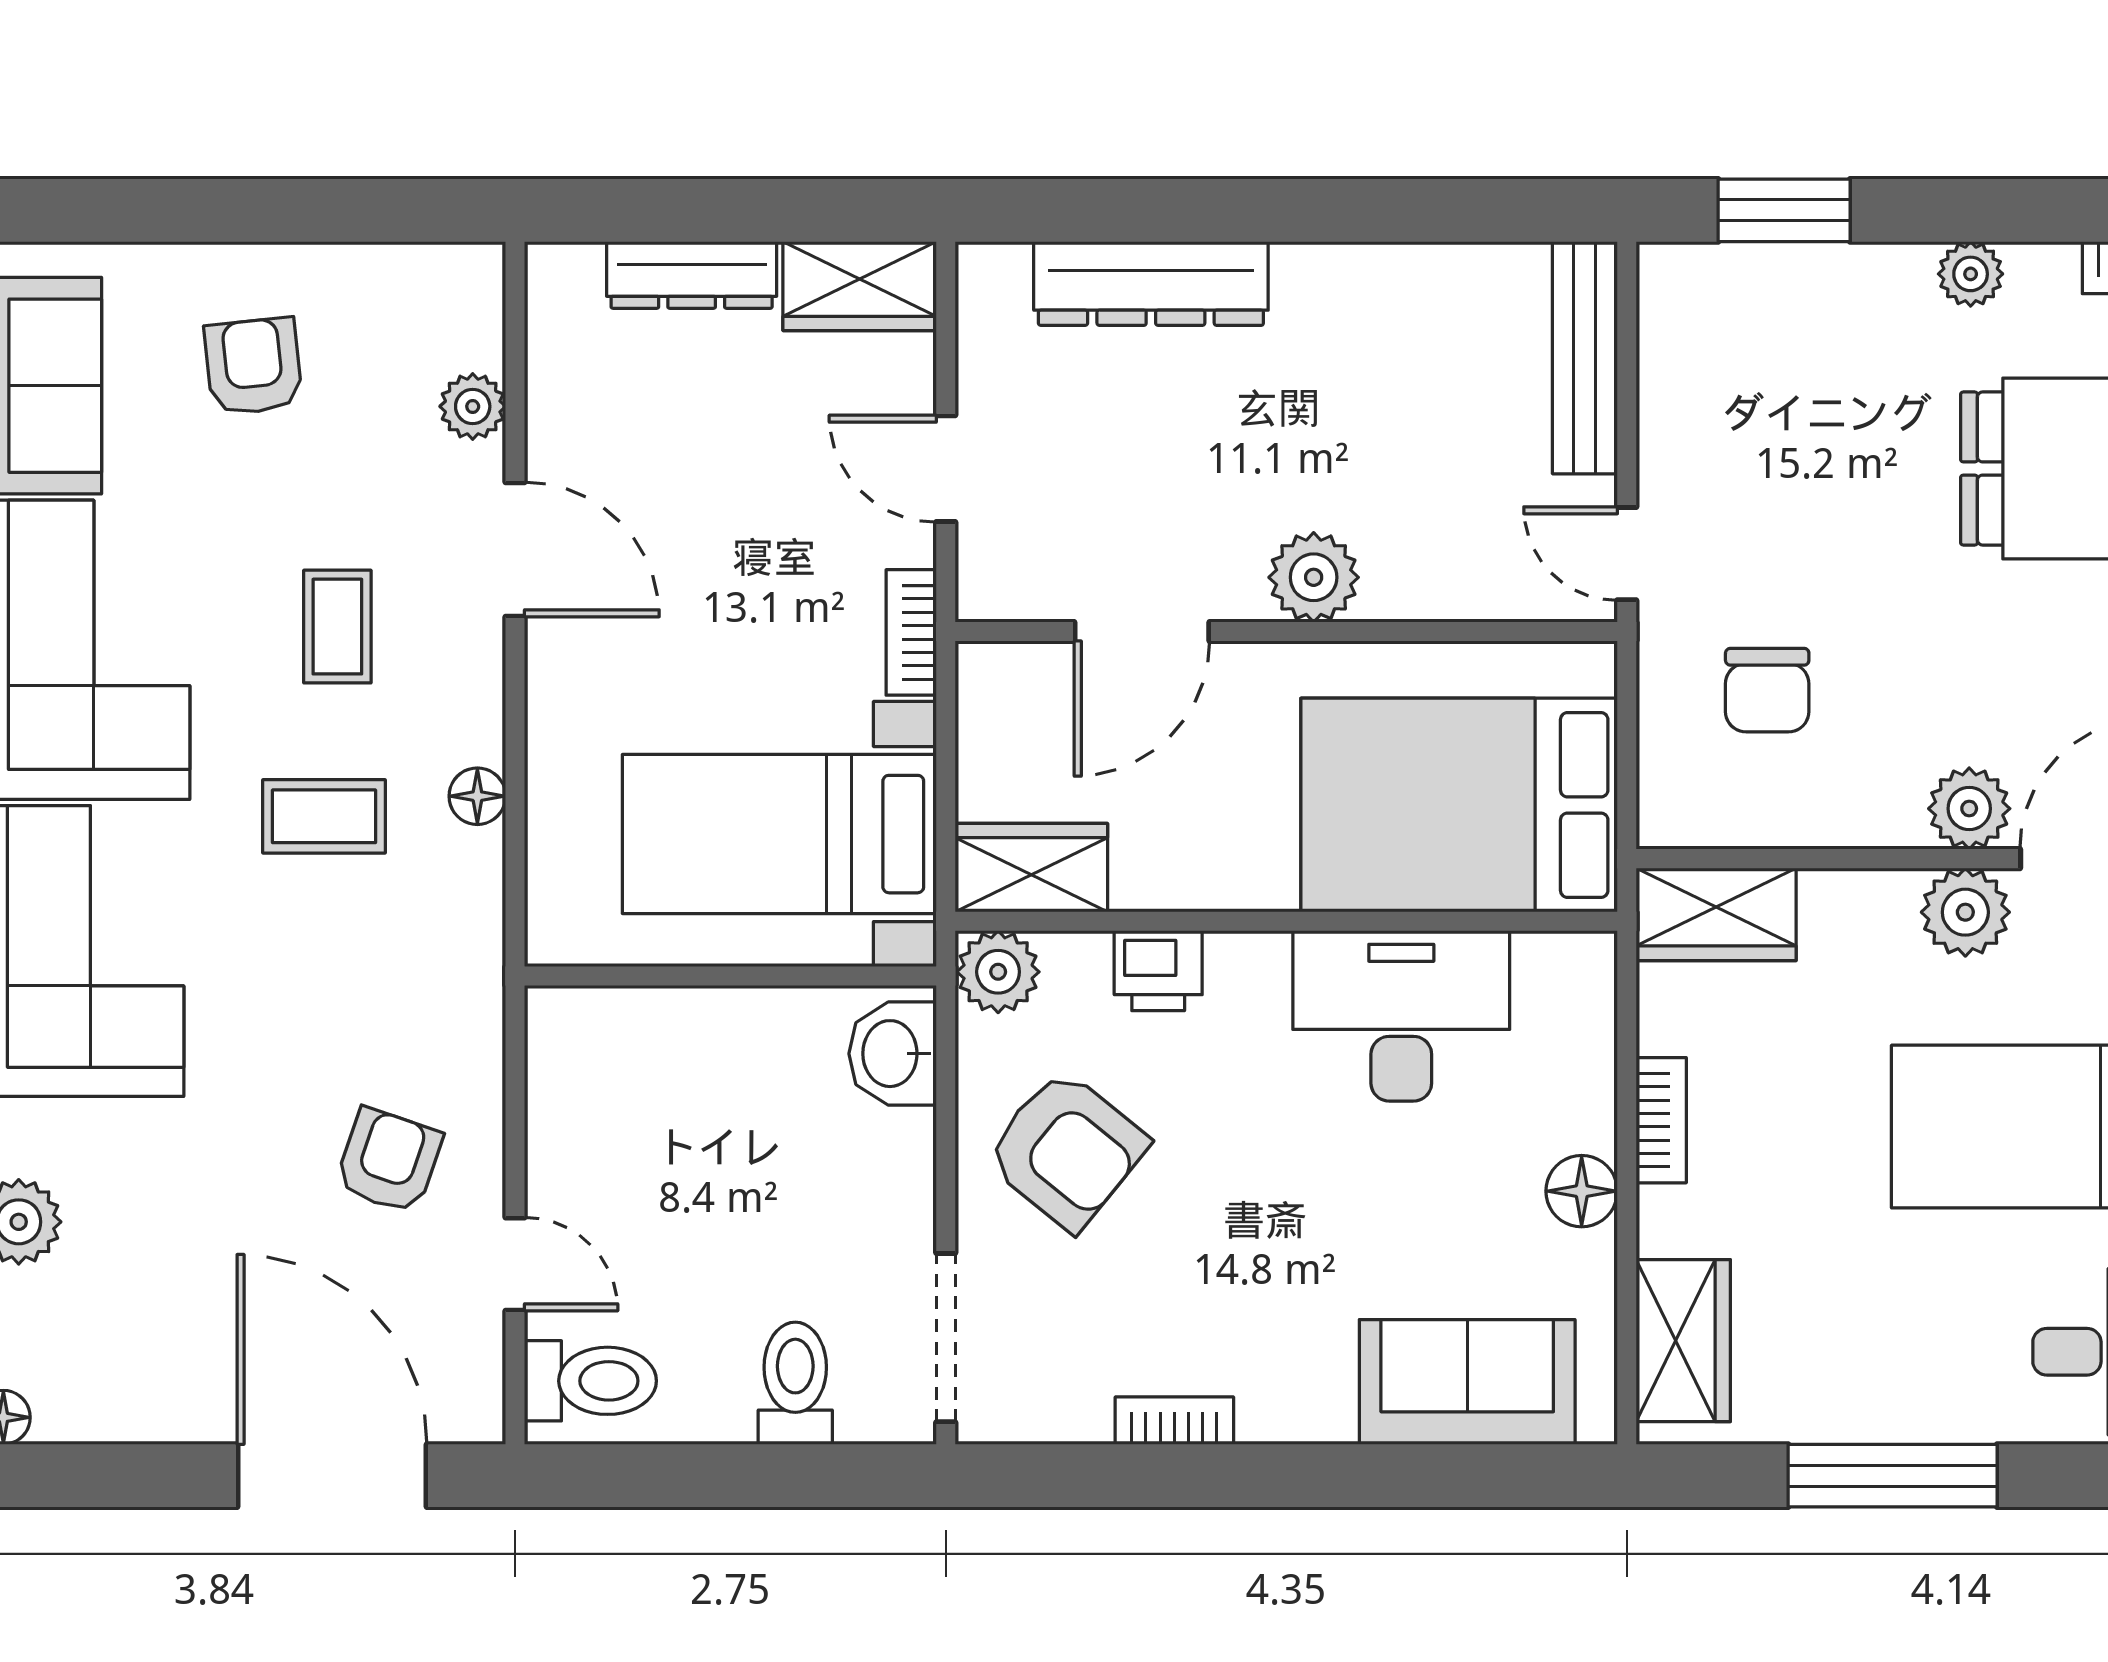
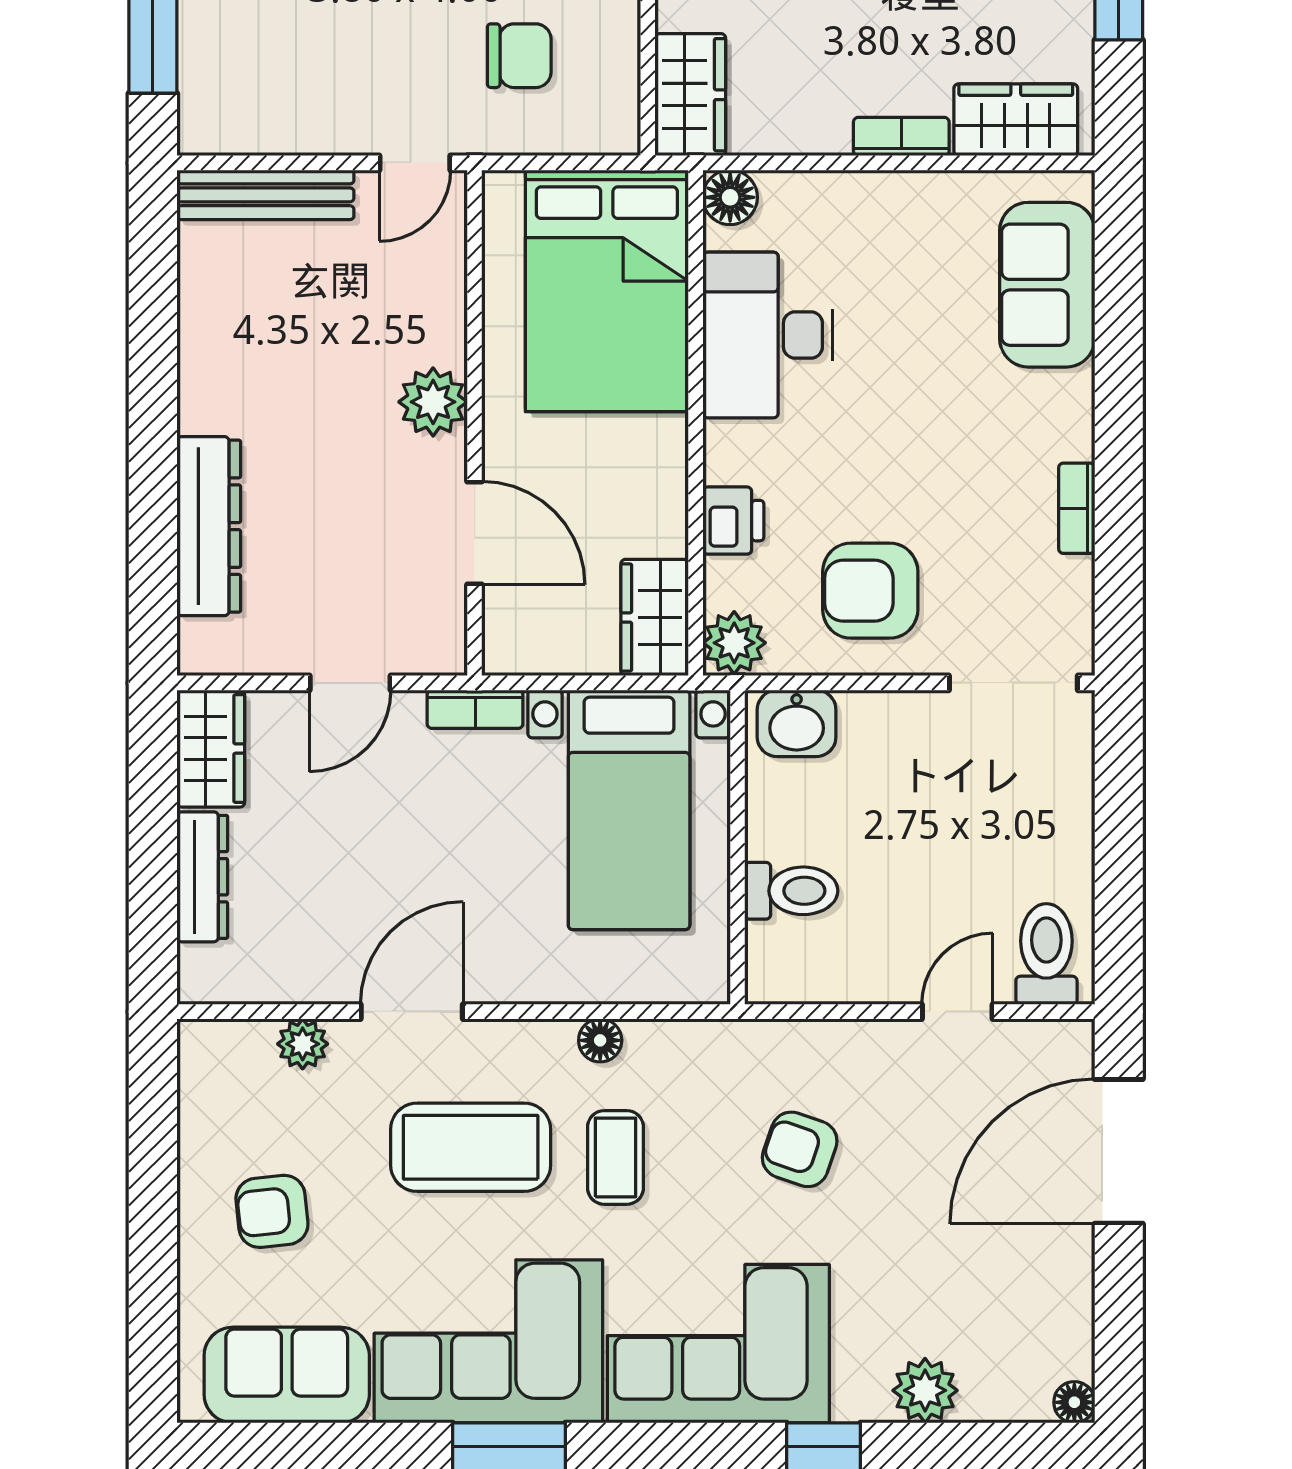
coffee table: (337, 627) -> (471, 1147), width x1.86, depth x1.72
bookcase: (1661, 1120) -> (901, 137), moved
armchair: (1066, 1150) -> (870, 591), turned -129
armchair: (389, 1161) -> (800, 1149), moved
floor lamp: (1582, 1191) -> (730, 197), moved
toilet: (795, 1383) -> (791, 891), moved, turned 180

